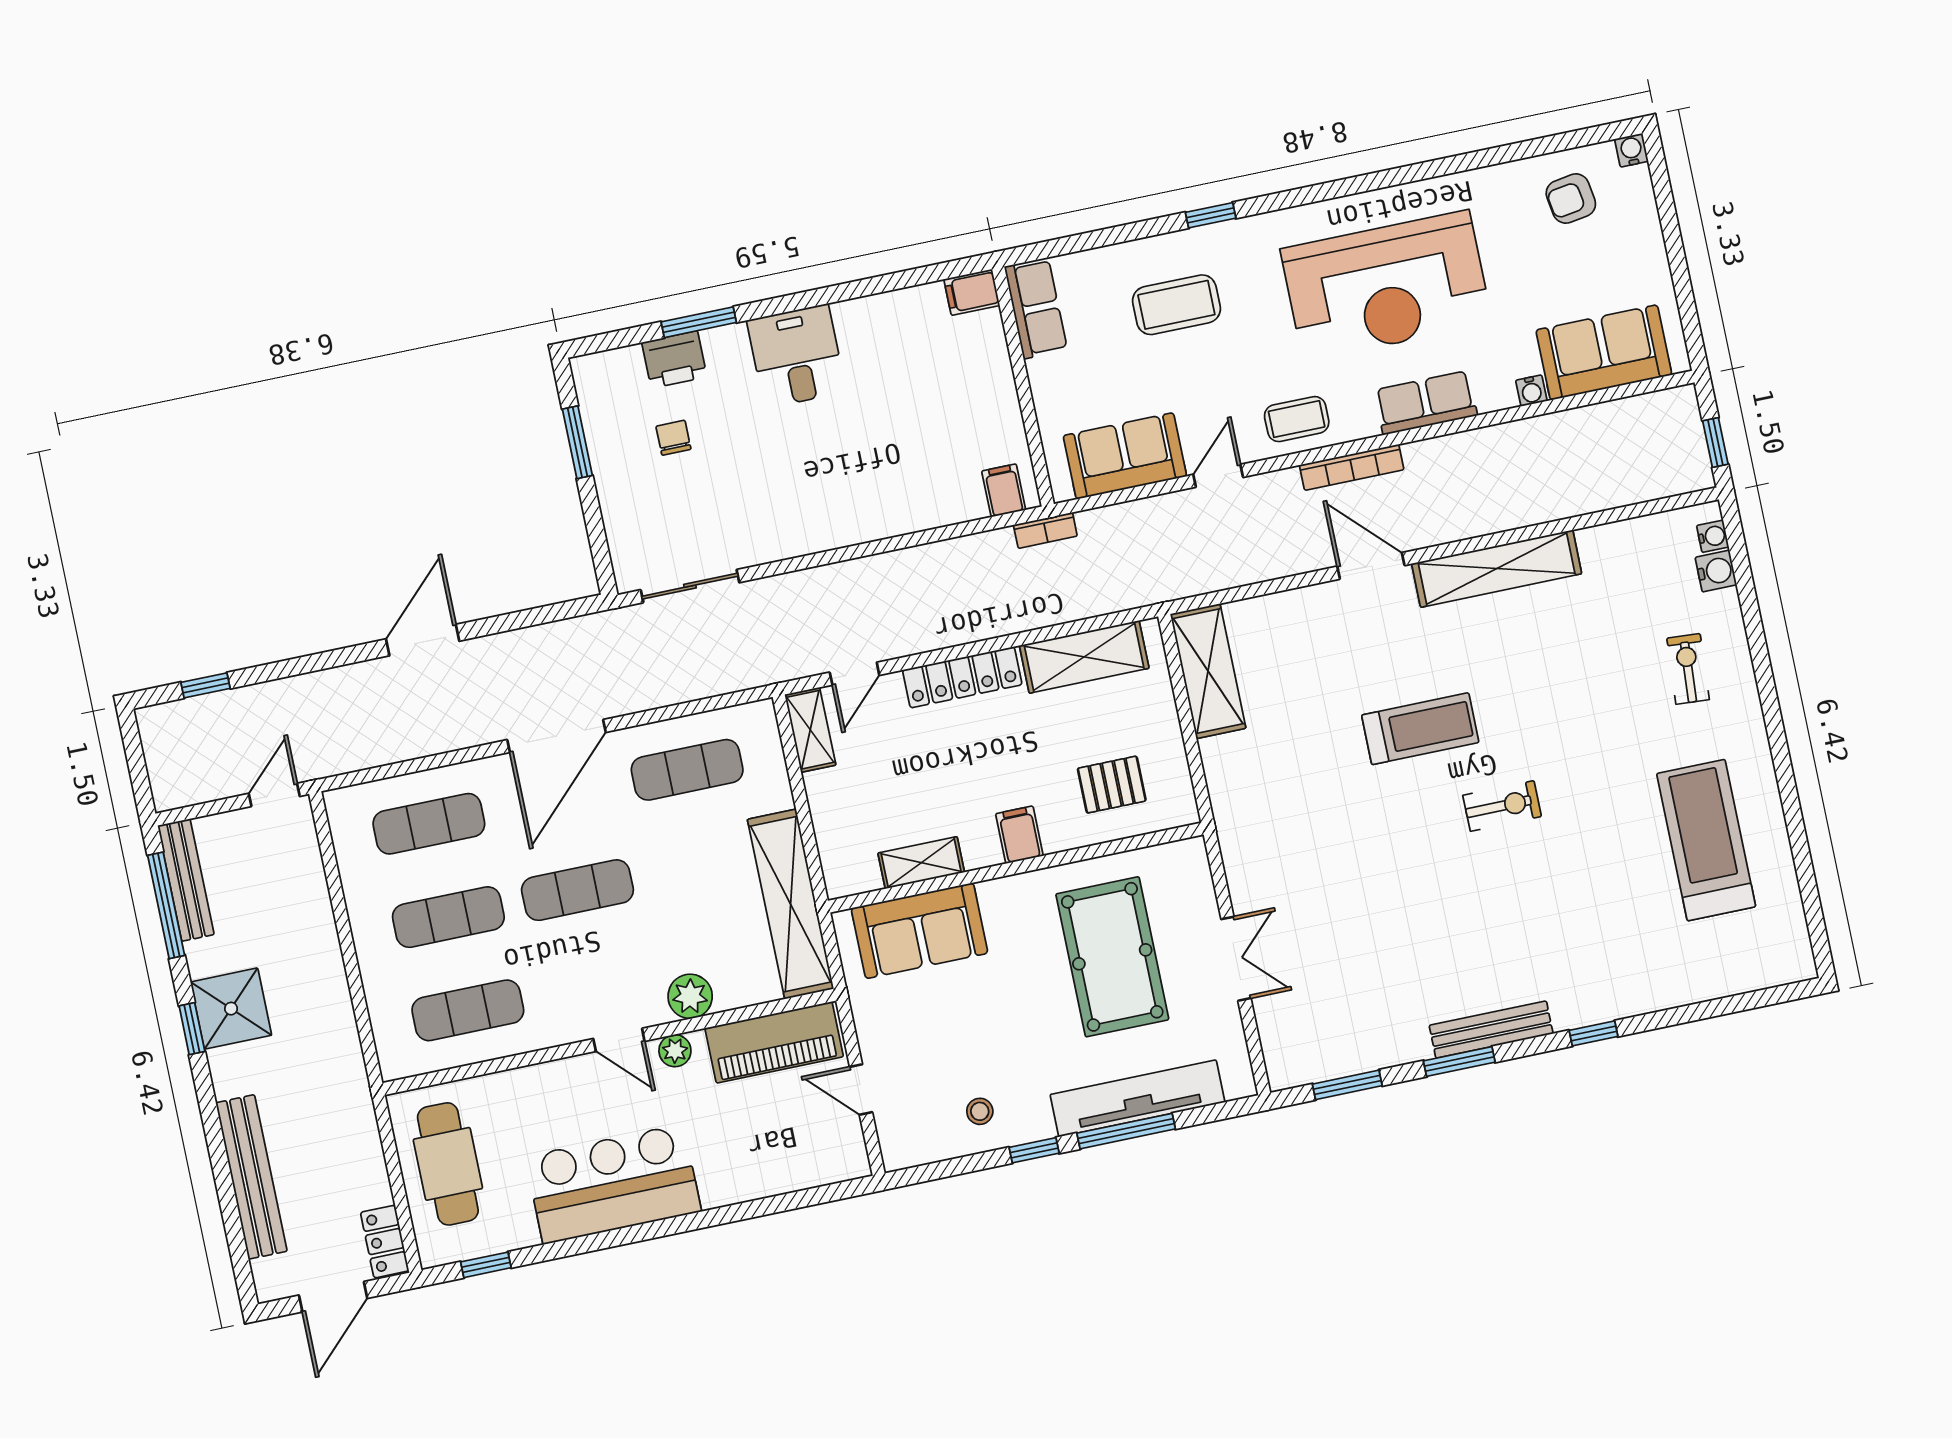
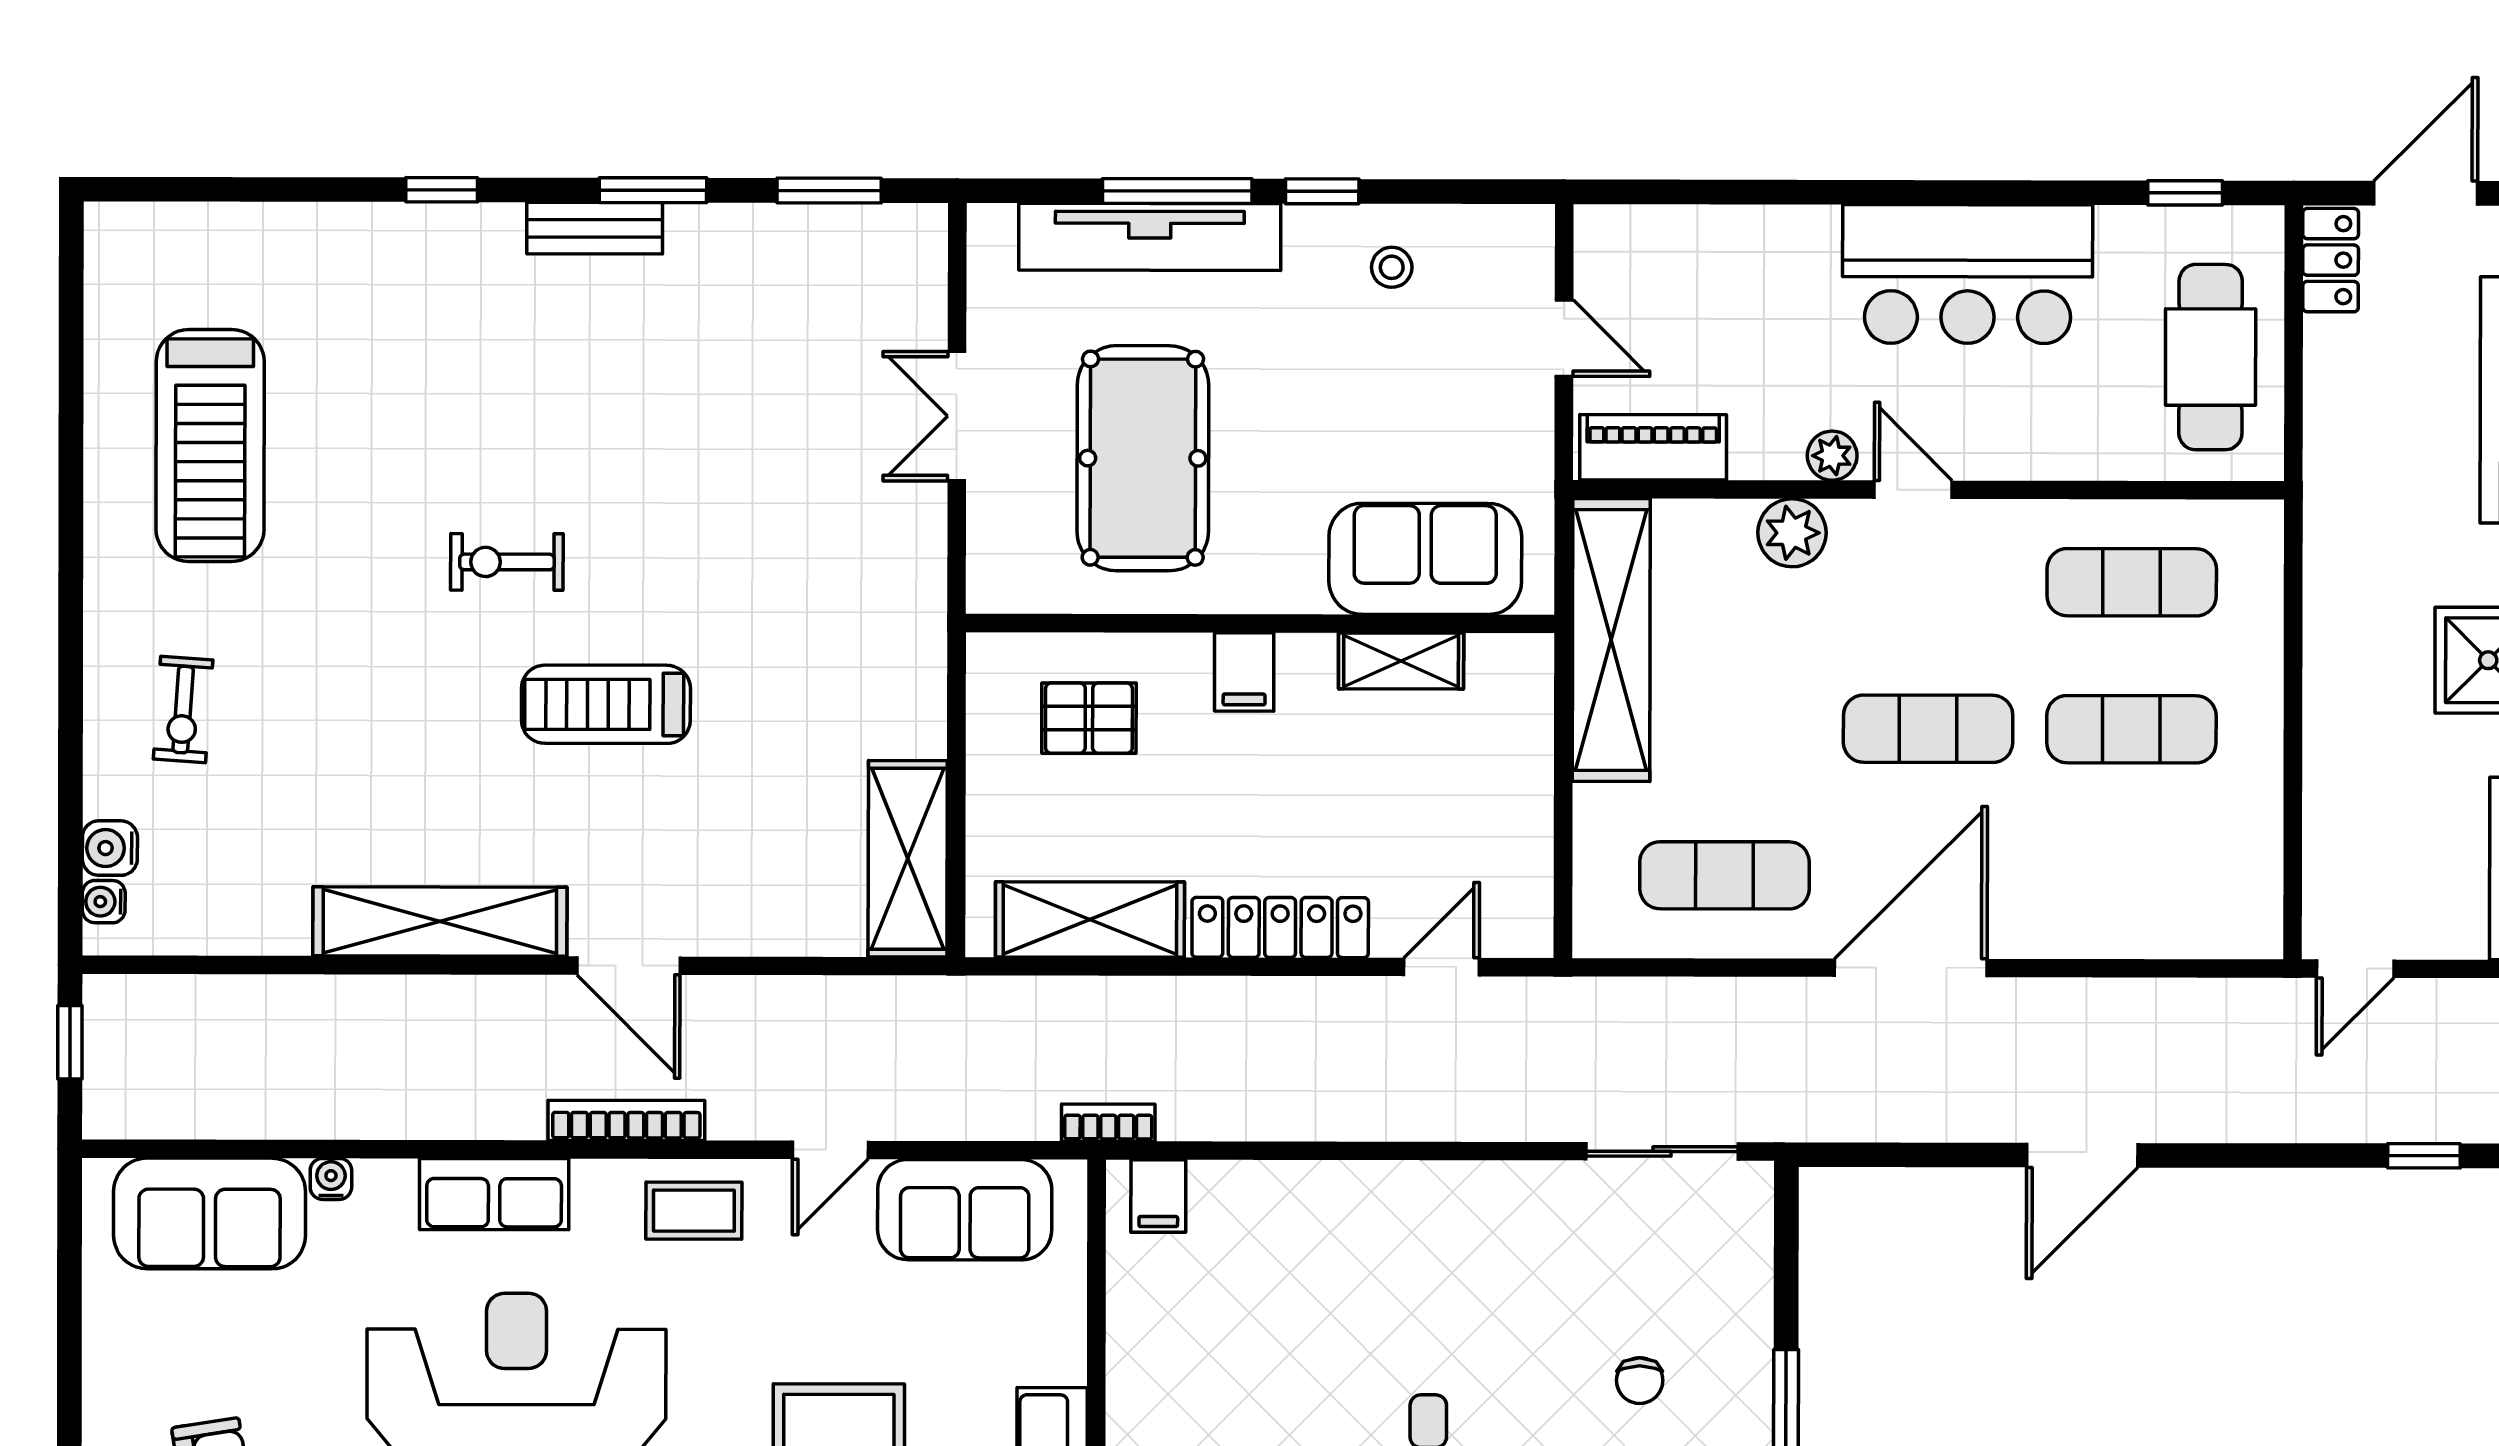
shelving: (810, 730) -> (1526, 897), removed
exercise mat: (429, 824) -> (2131, 876), removed
bench: (1491, 1030) -> (595, 228), width x0.73
piano: (774, 1042) -> (1653, 447), width x0.73, depth x0.75

